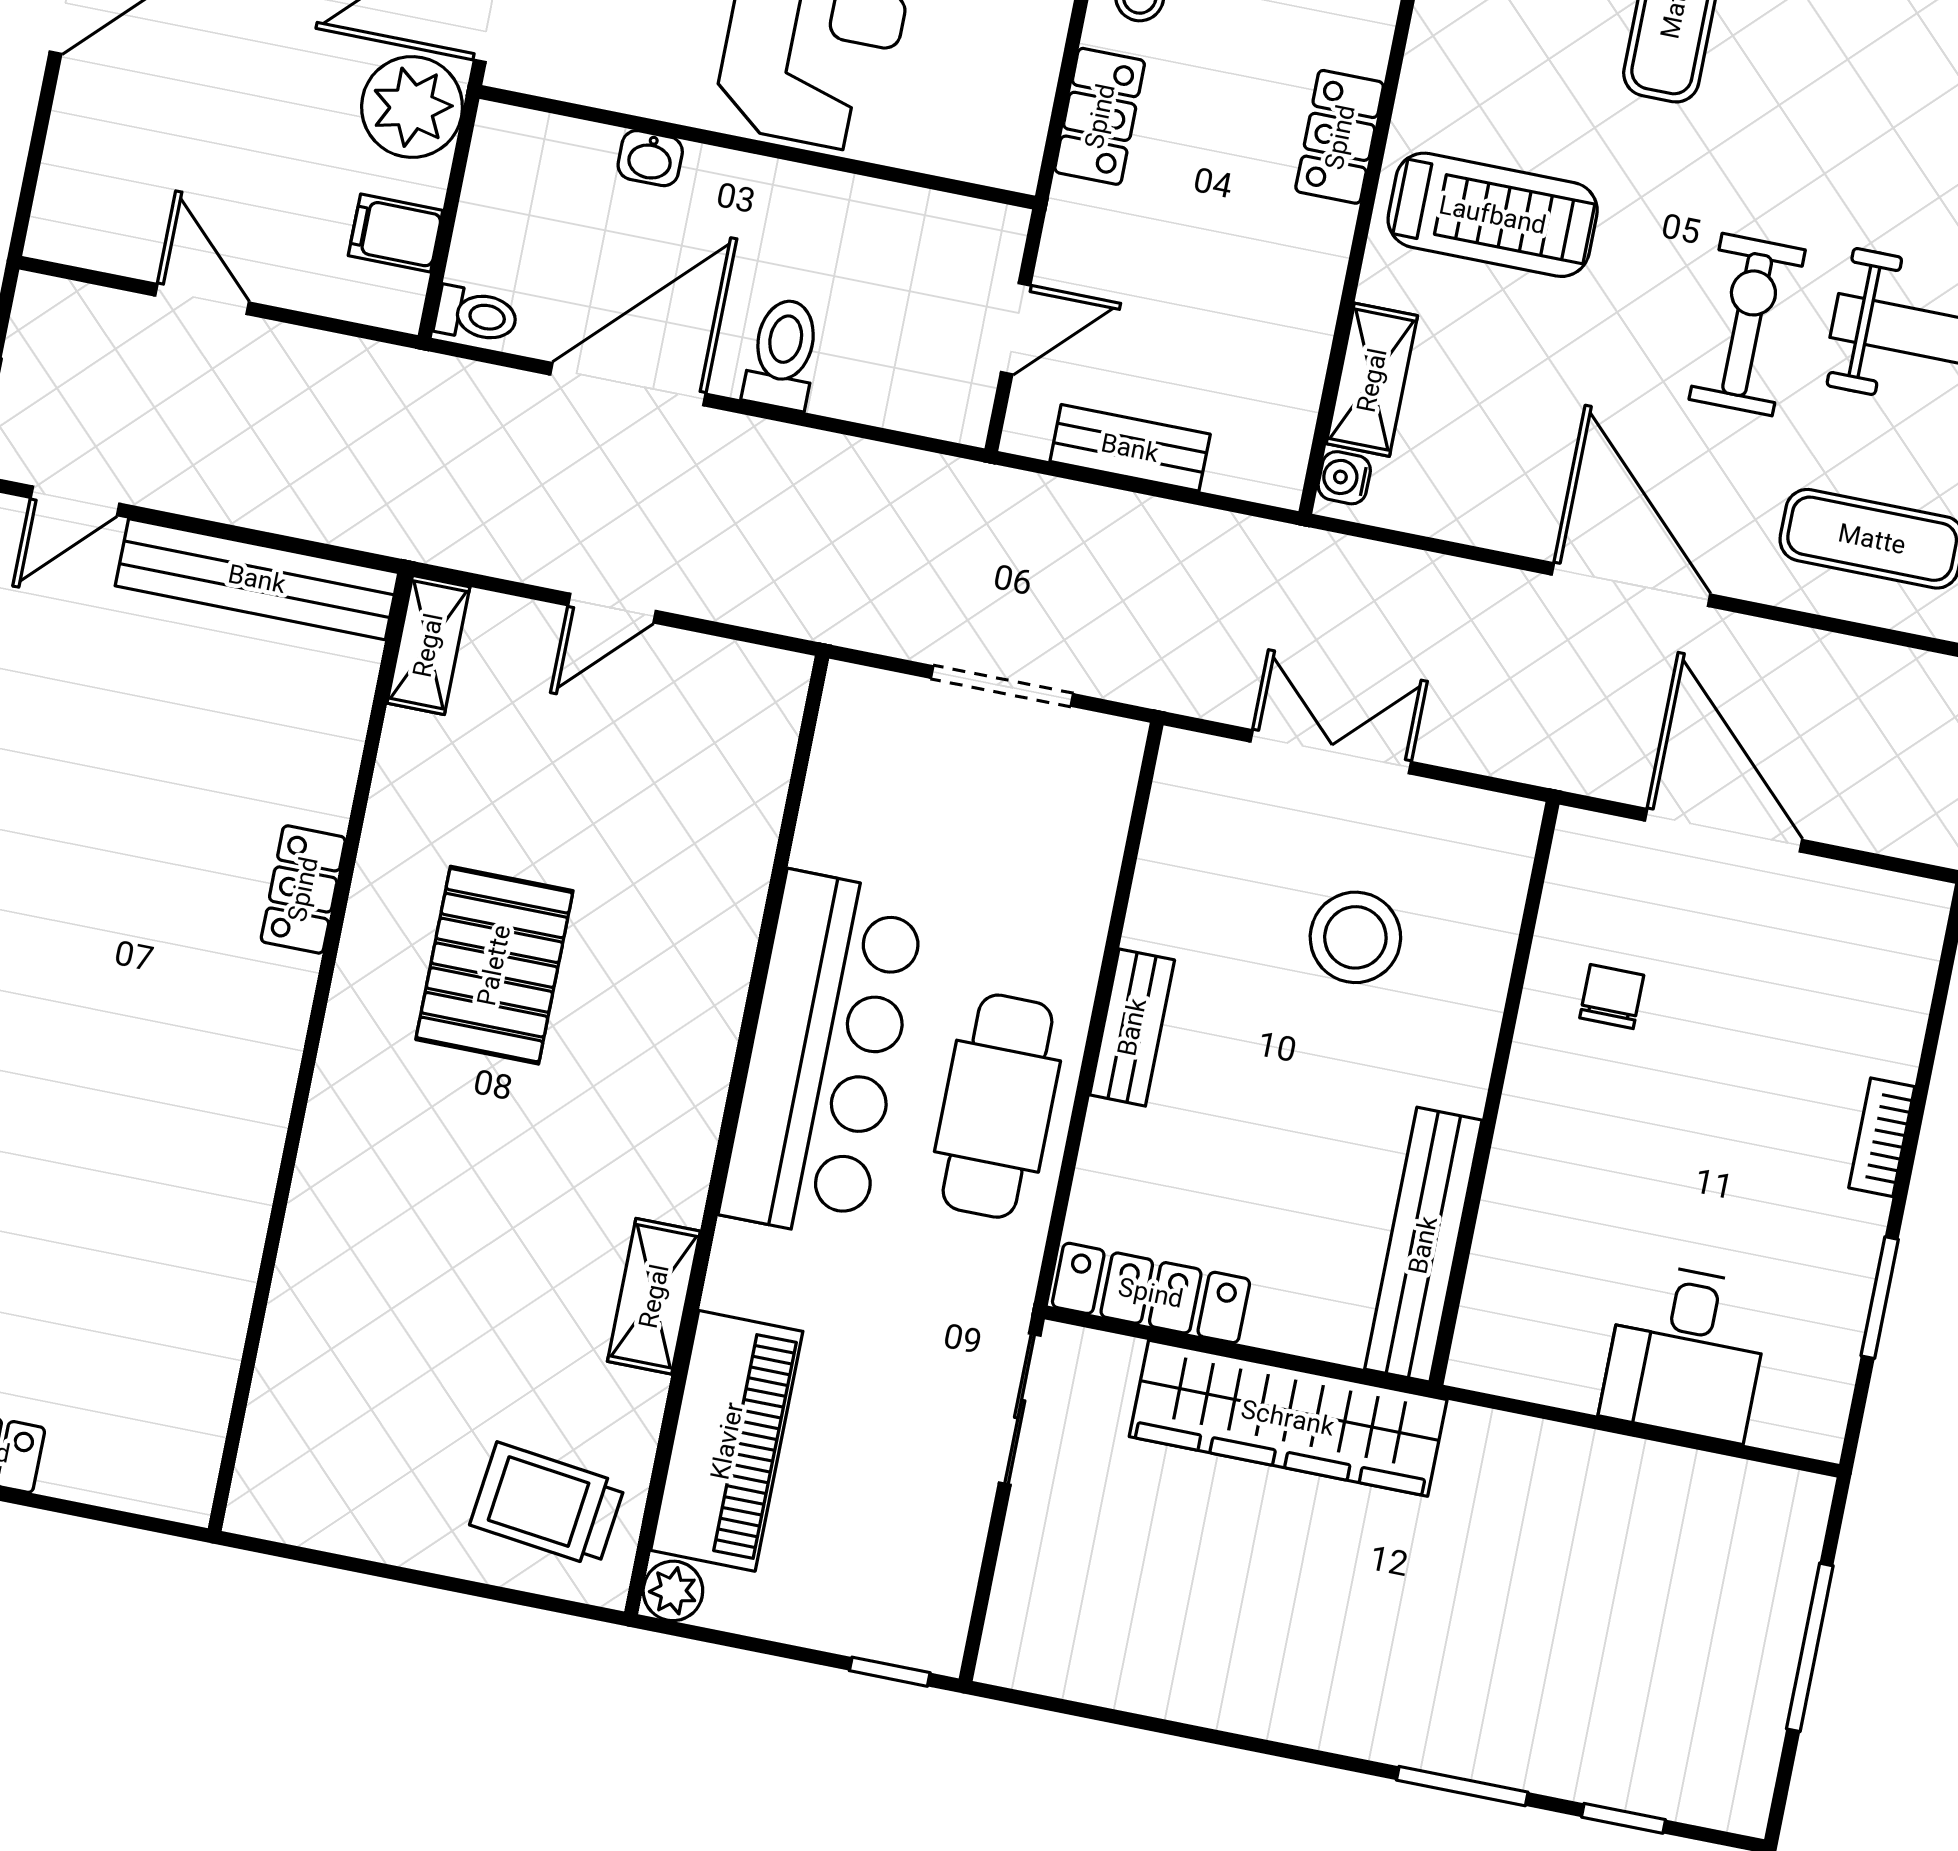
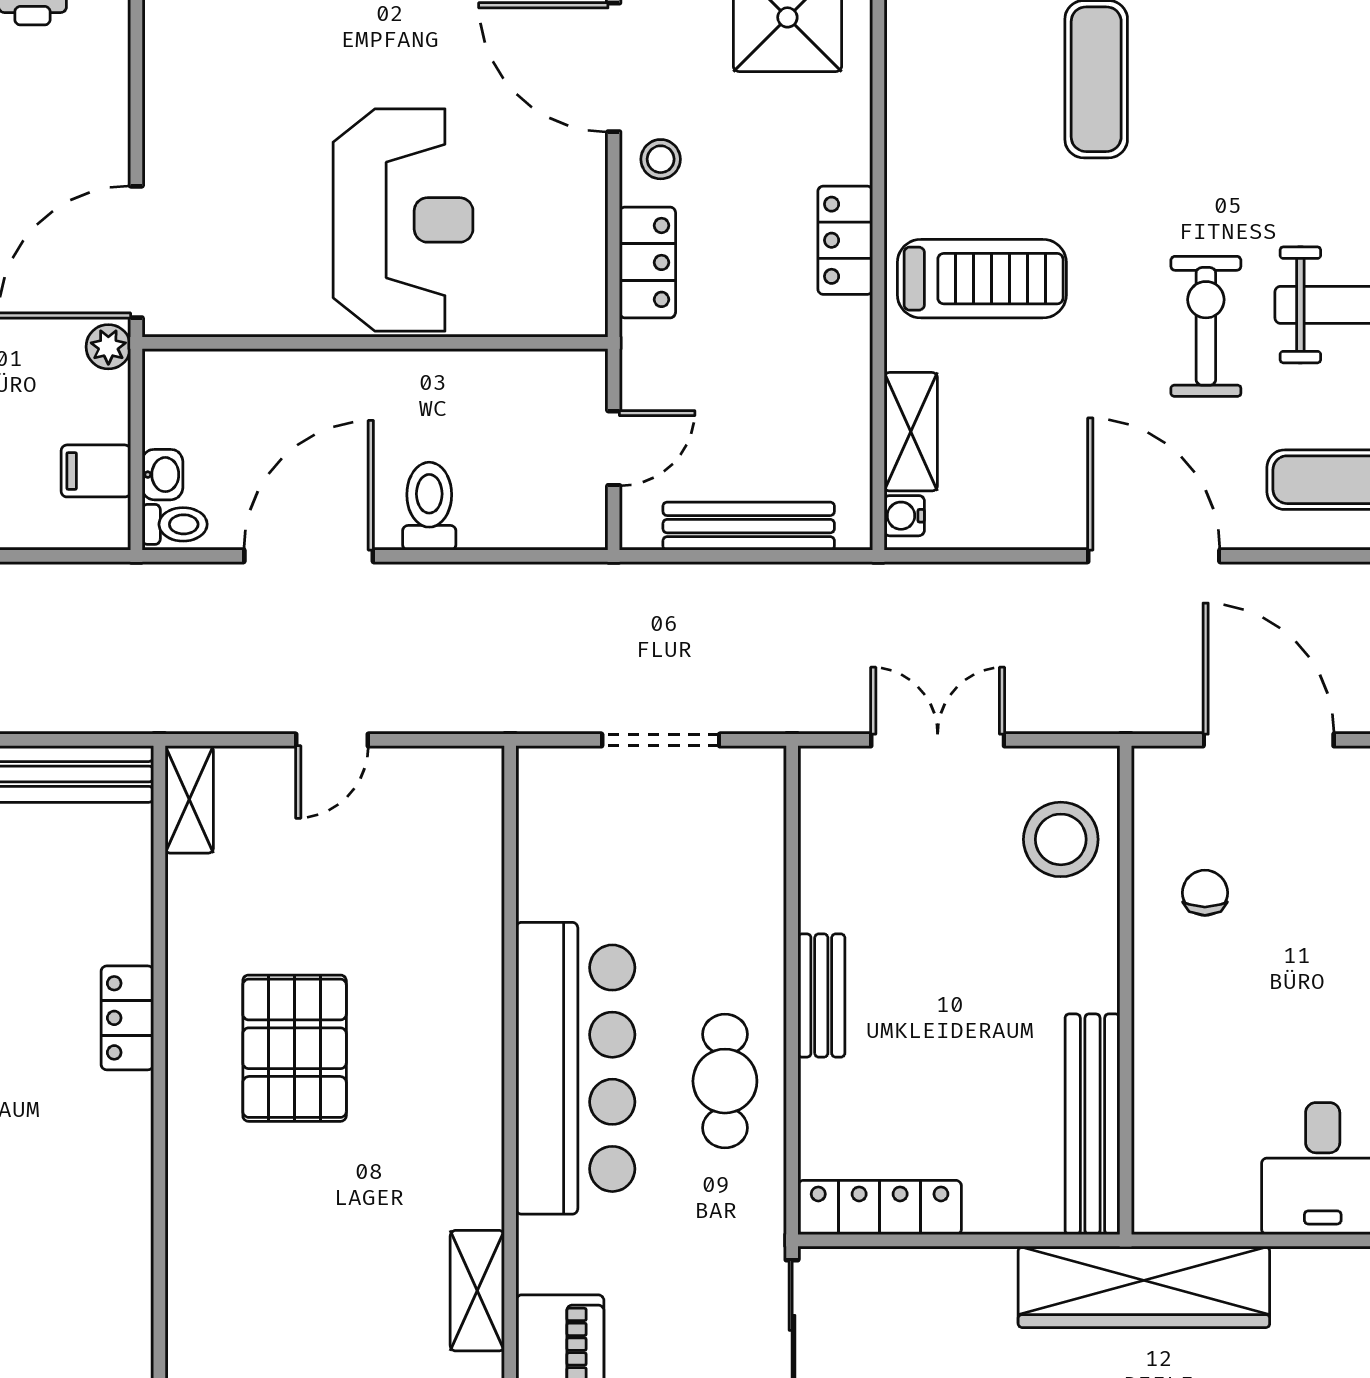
plant: (412, 107) -> (108, 347), width x0.53, depth x0.53
washbasin: (650, 158) -> (162, 475), moved, turned -90
bench: (1130, 448) -> (749, 526), width x1.36
stool: (1355, 937) -> (1061, 839), moved
cafe table: (997, 1106) -> (725, 1081), width x0.73, depth x0.74
wardrobe: (1288, 1418) -> (1144, 1287), moved

